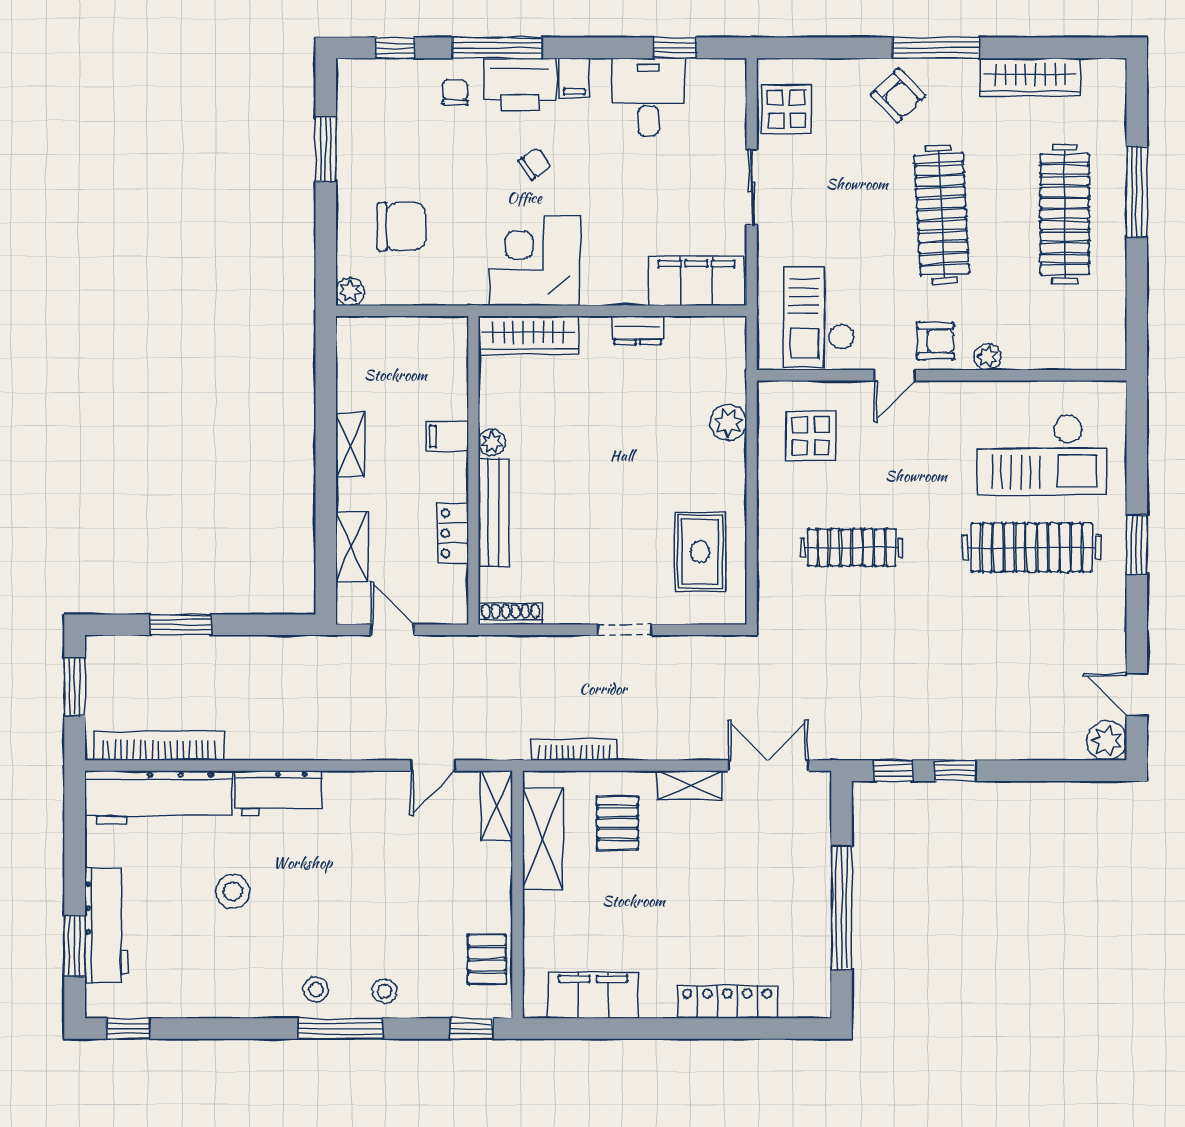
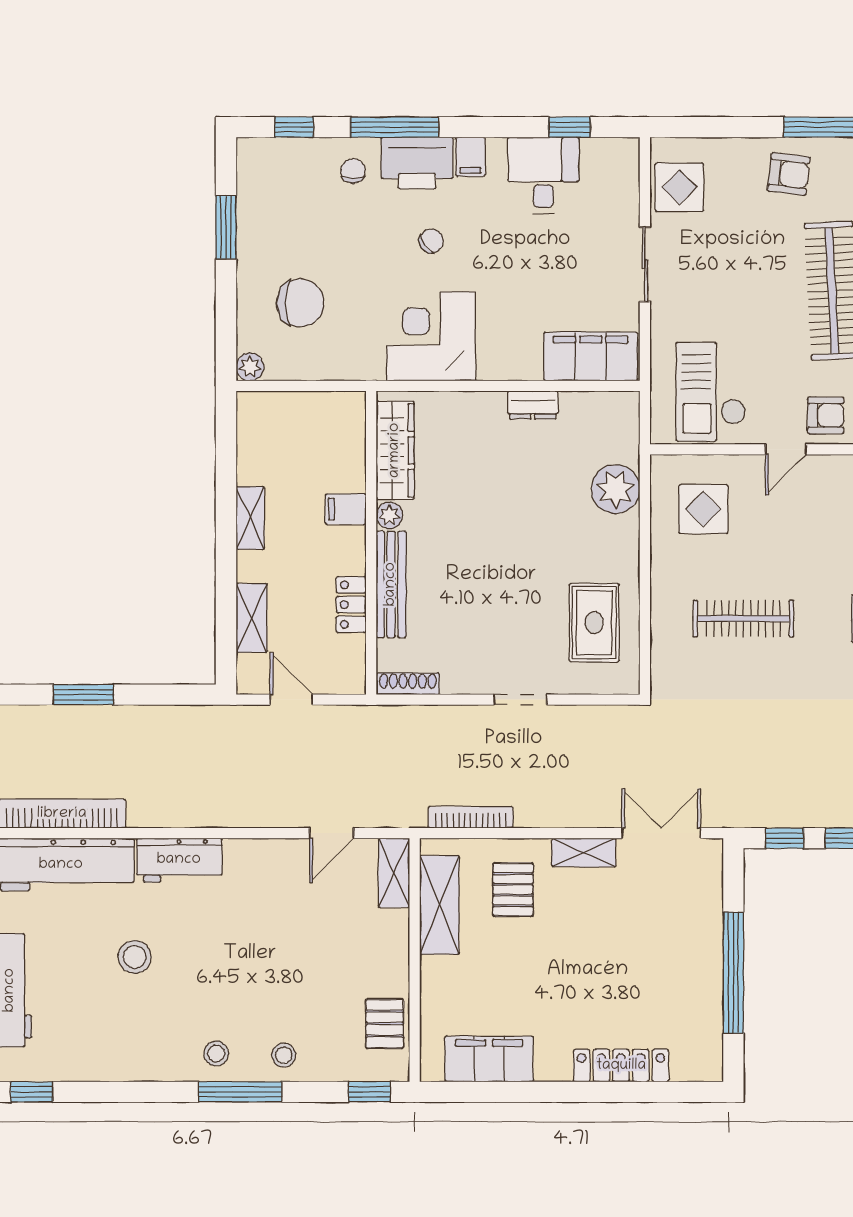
armchair: (898, 95) -> (789, 174), turned -39
wardrobe: (528, 335) -> (395, 450), moved, turned -90
plant: (728, 423) -> (616, 489), width x1.36, depth x1.36

